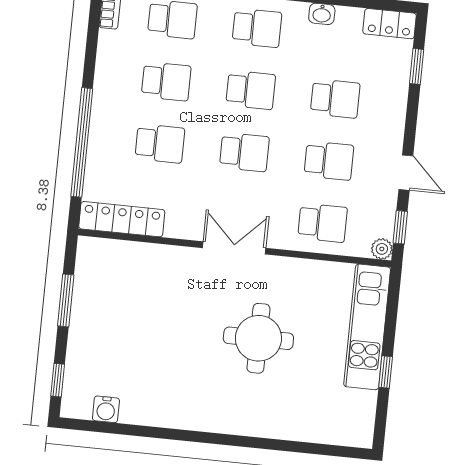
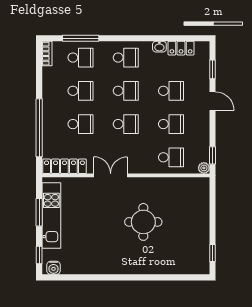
locker: (390, 24) -> (181, 48), moved
door: (406, 173) -> (212, 101), moved
double door: (234, 248) -> (111, 175), moved
kitchen unit: (367, 327) -> (51, 216), moved, turned 180
window: (386, 372) -> (212, 253), moved
water cooler: (106, 409) -> (54, 268), moved

